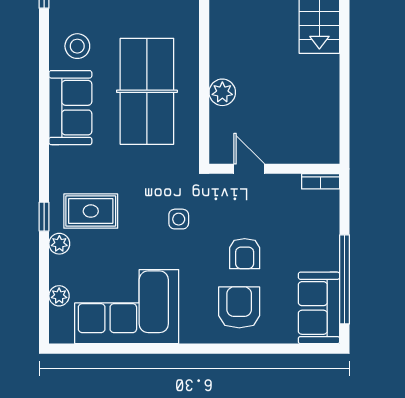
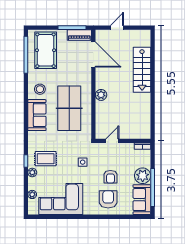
plant: (222, 92) -> (101, 95), moved
door: (249, 169) -> (112, 141), hinge flipped
plant: (321, 251) -> (143, 176), added

